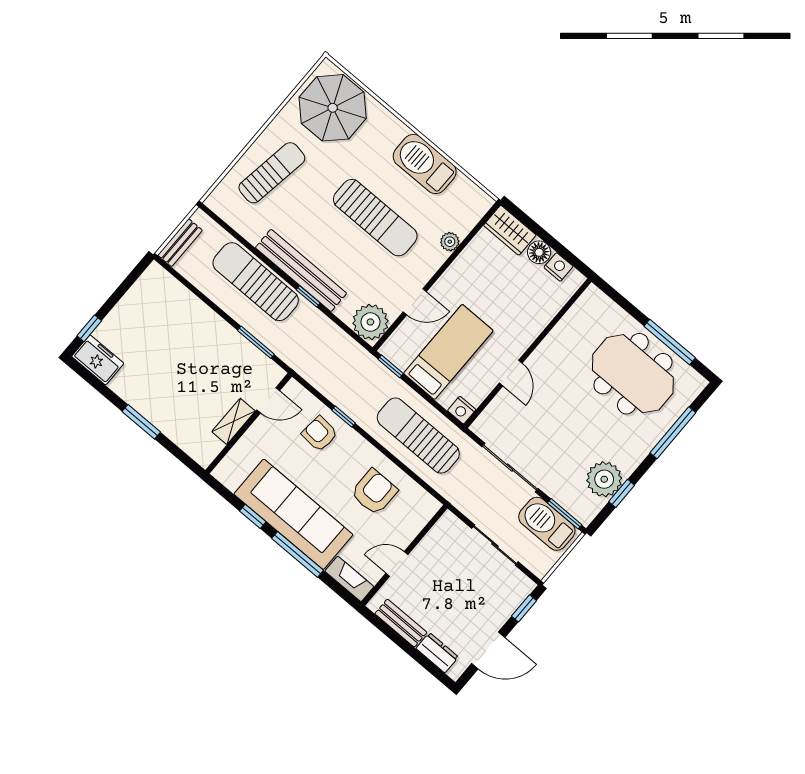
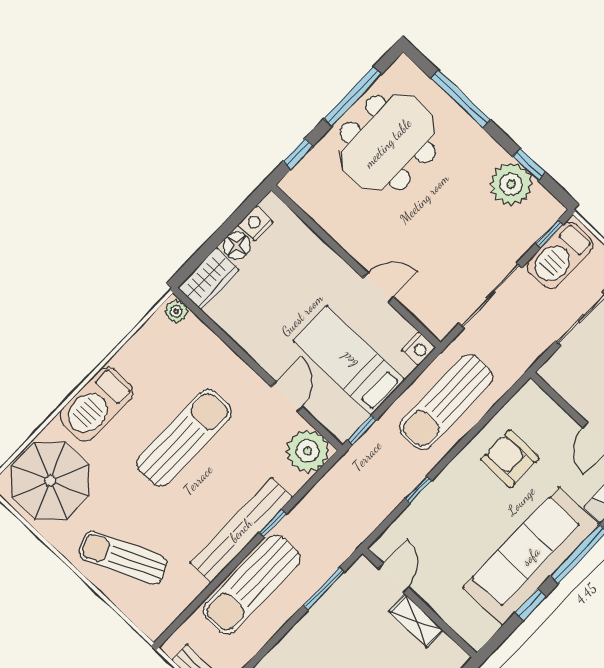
barbecue: (425, 164) -> (96, 404), moved
sun lounger: (272, 173) -> (123, 558), turned -33
plant: (450, 242) -> (176, 311), moved
window: (619, 299) -> (298, 154), added
armchair: (320, 434) -> (437, 519), removed
window: (565, 514) -> (550, 234), width x0.67

